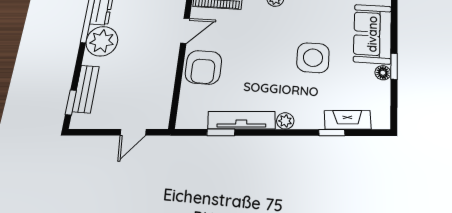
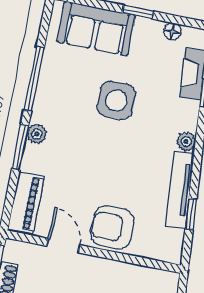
armchair: (203, 67) -> (112, 227), turned 180
floor lamp: (383, 73) -> (172, 31), moved

